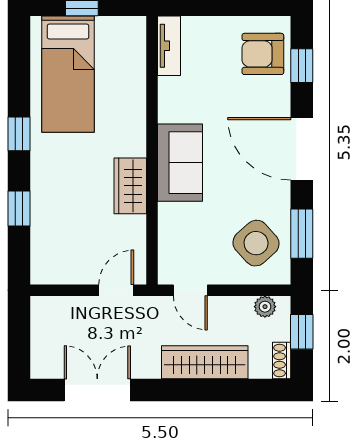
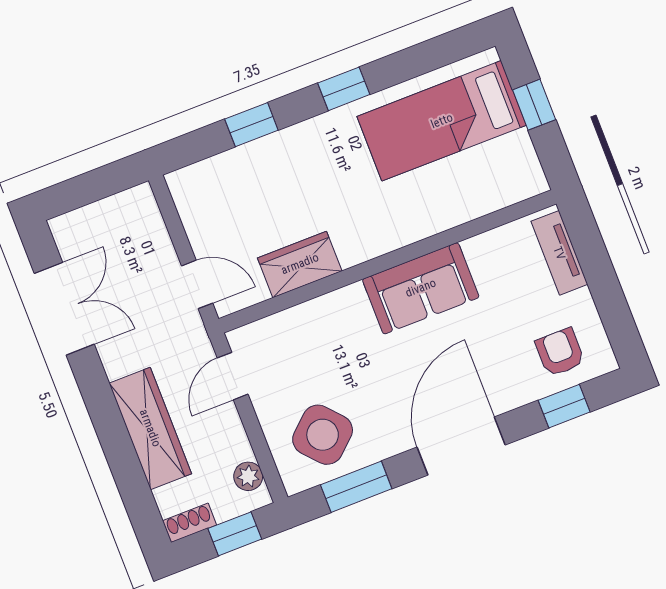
tv unit: (169, 46) -> (559, 253), moved, turned 90
armchair: (263, 54) -> (560, 352), width x0.72, depth x0.72
sofa: (180, 163) -> (421, 288), moved
wardrobe: (130, 186) -> (300, 264), moved

